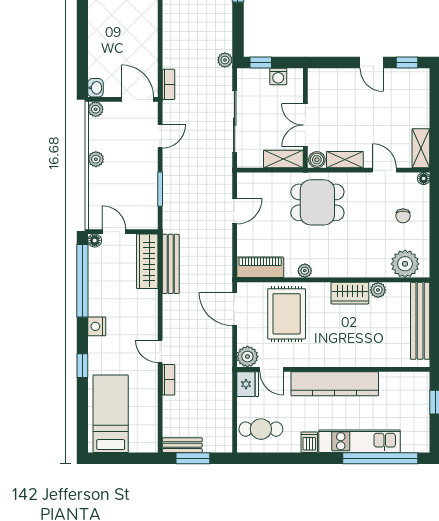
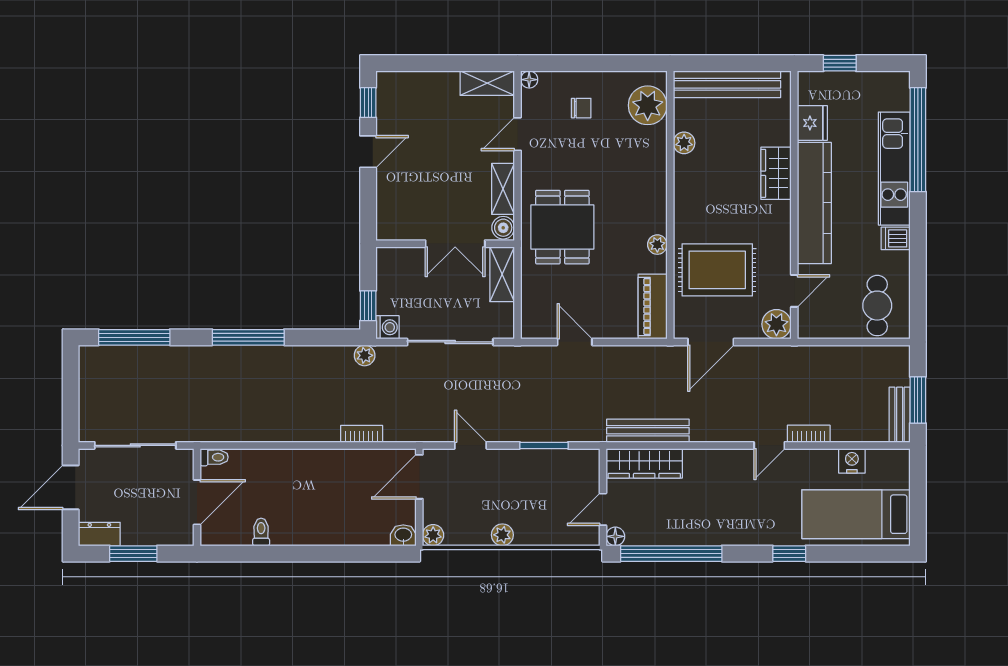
washing machine: (278, 76) -> (387, 327), moved
bookcase: (168, 84) -> (362, 434), moved
wardrobe: (350, 293) -> (776, 173), moved, turned 180
nightstand: (97, 326) -> (852, 461), moved, turned 180
fridge: (248, 384) -> (812, 123), moved, turned 90

